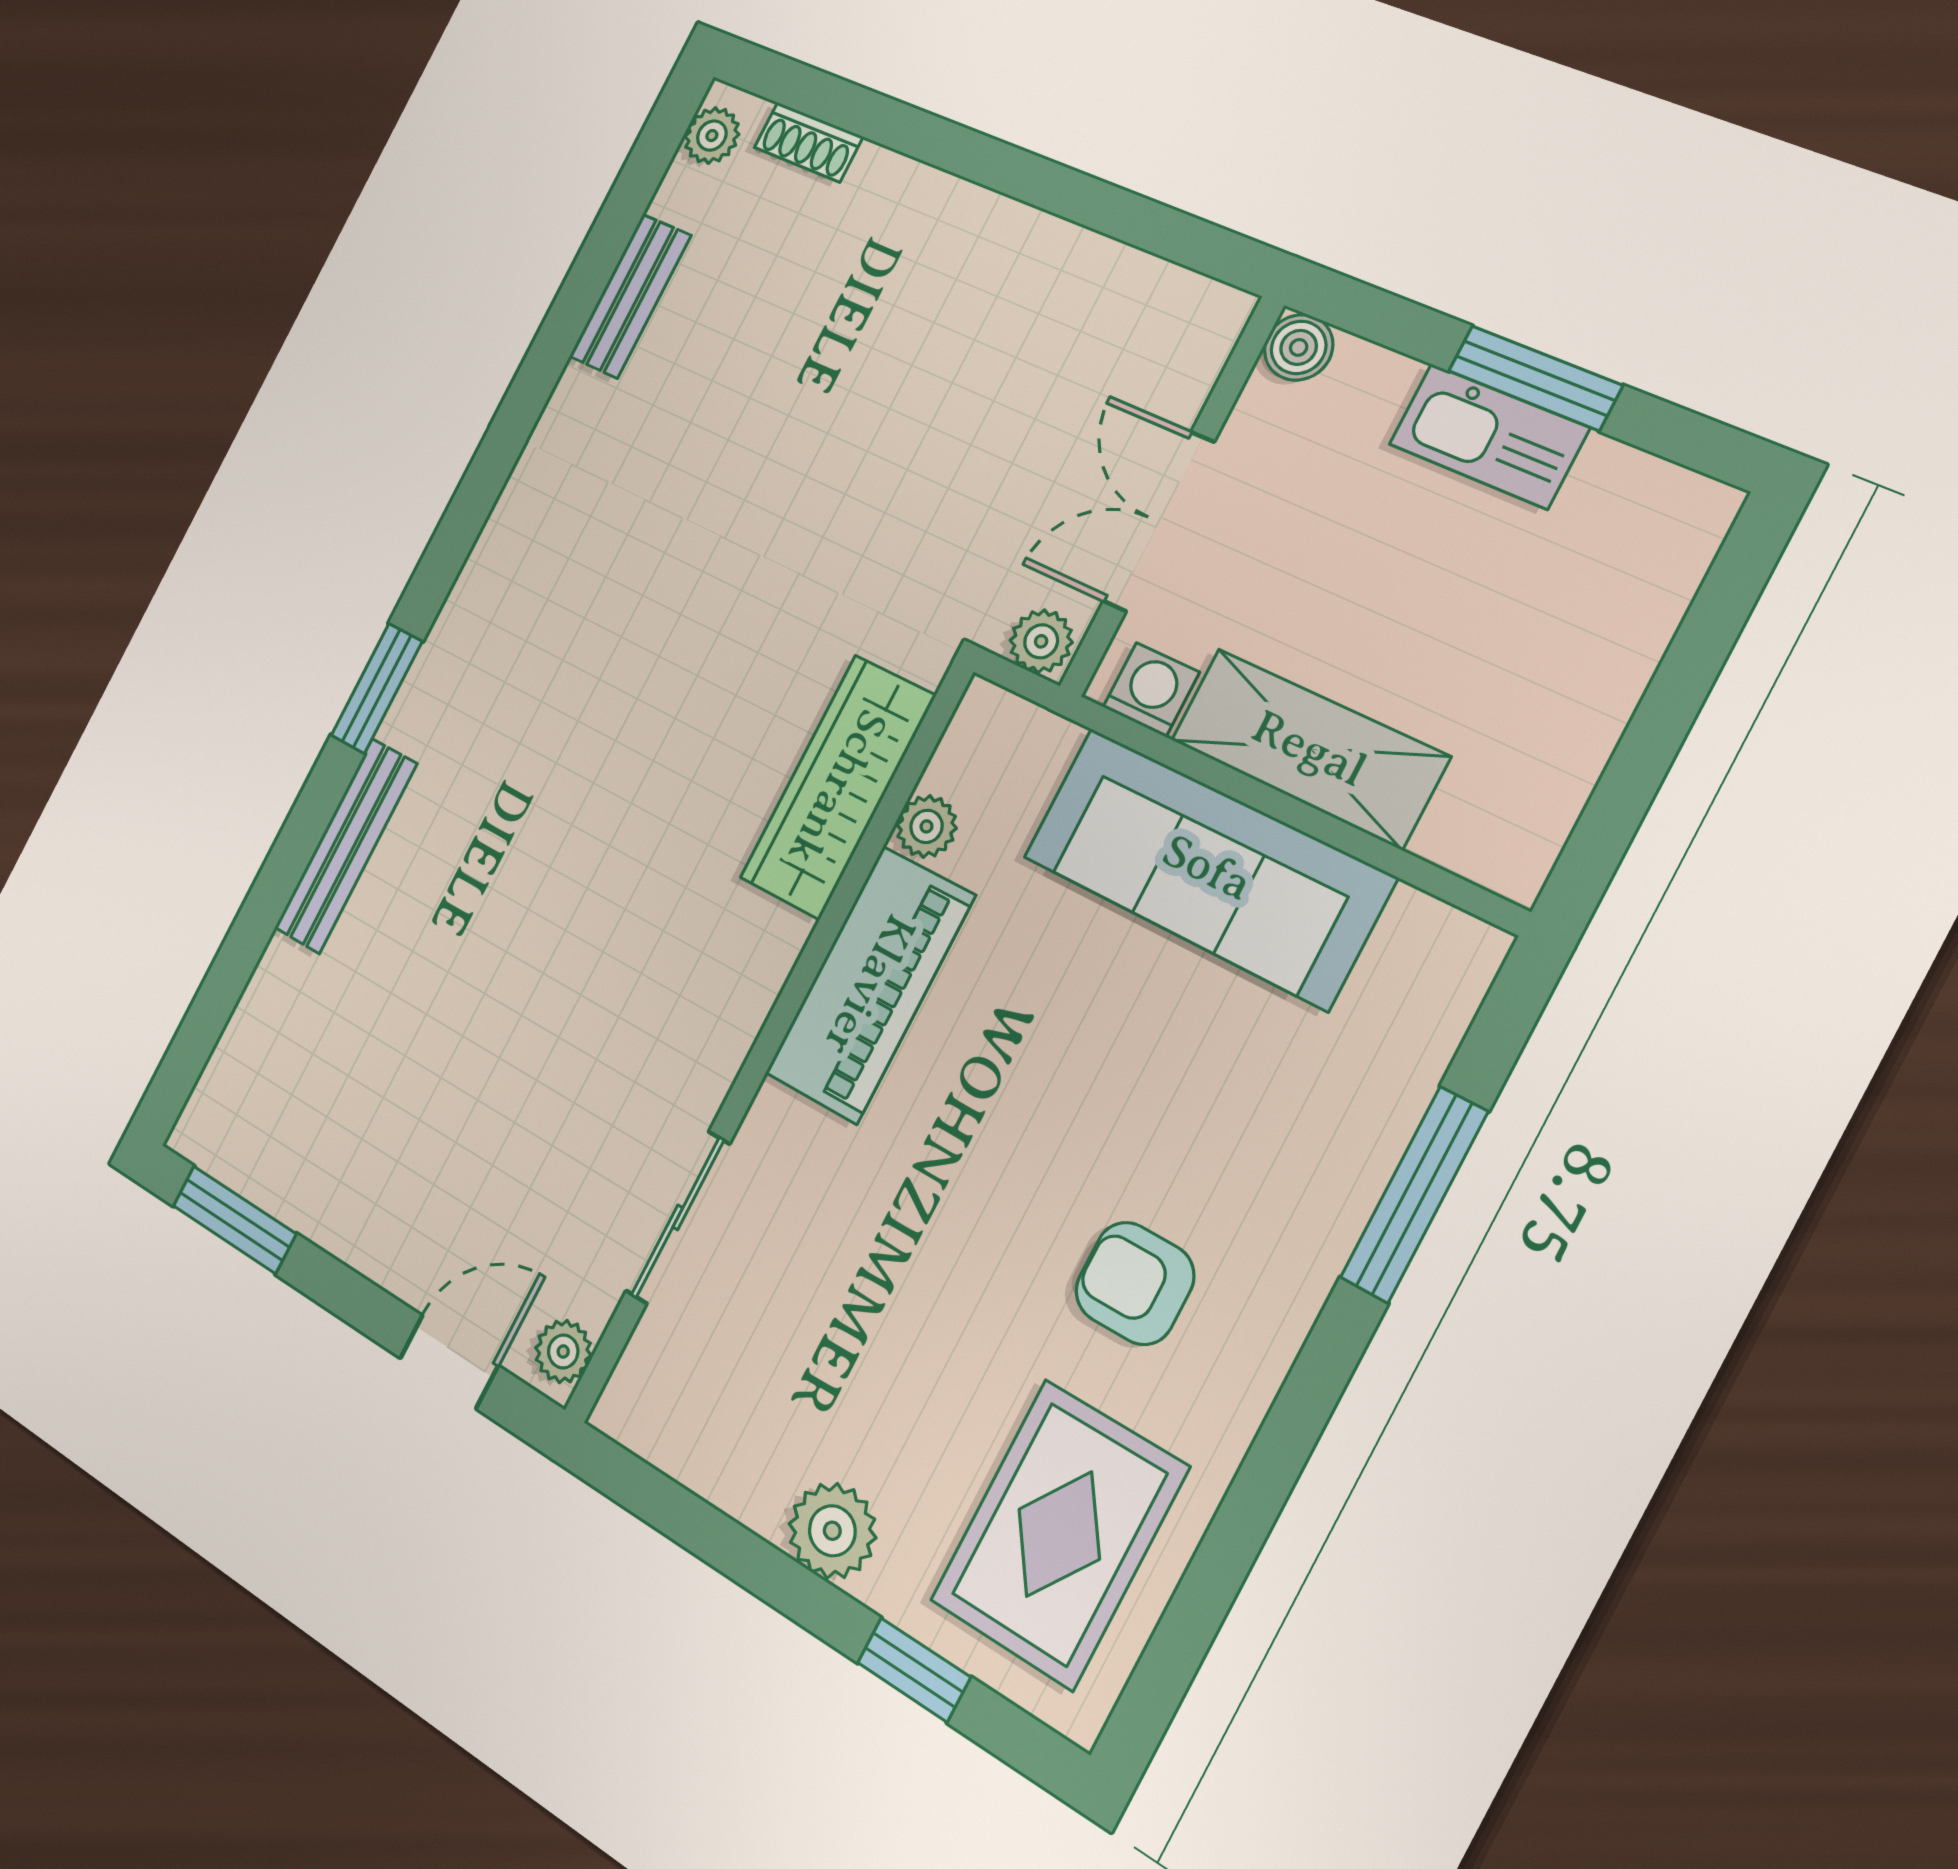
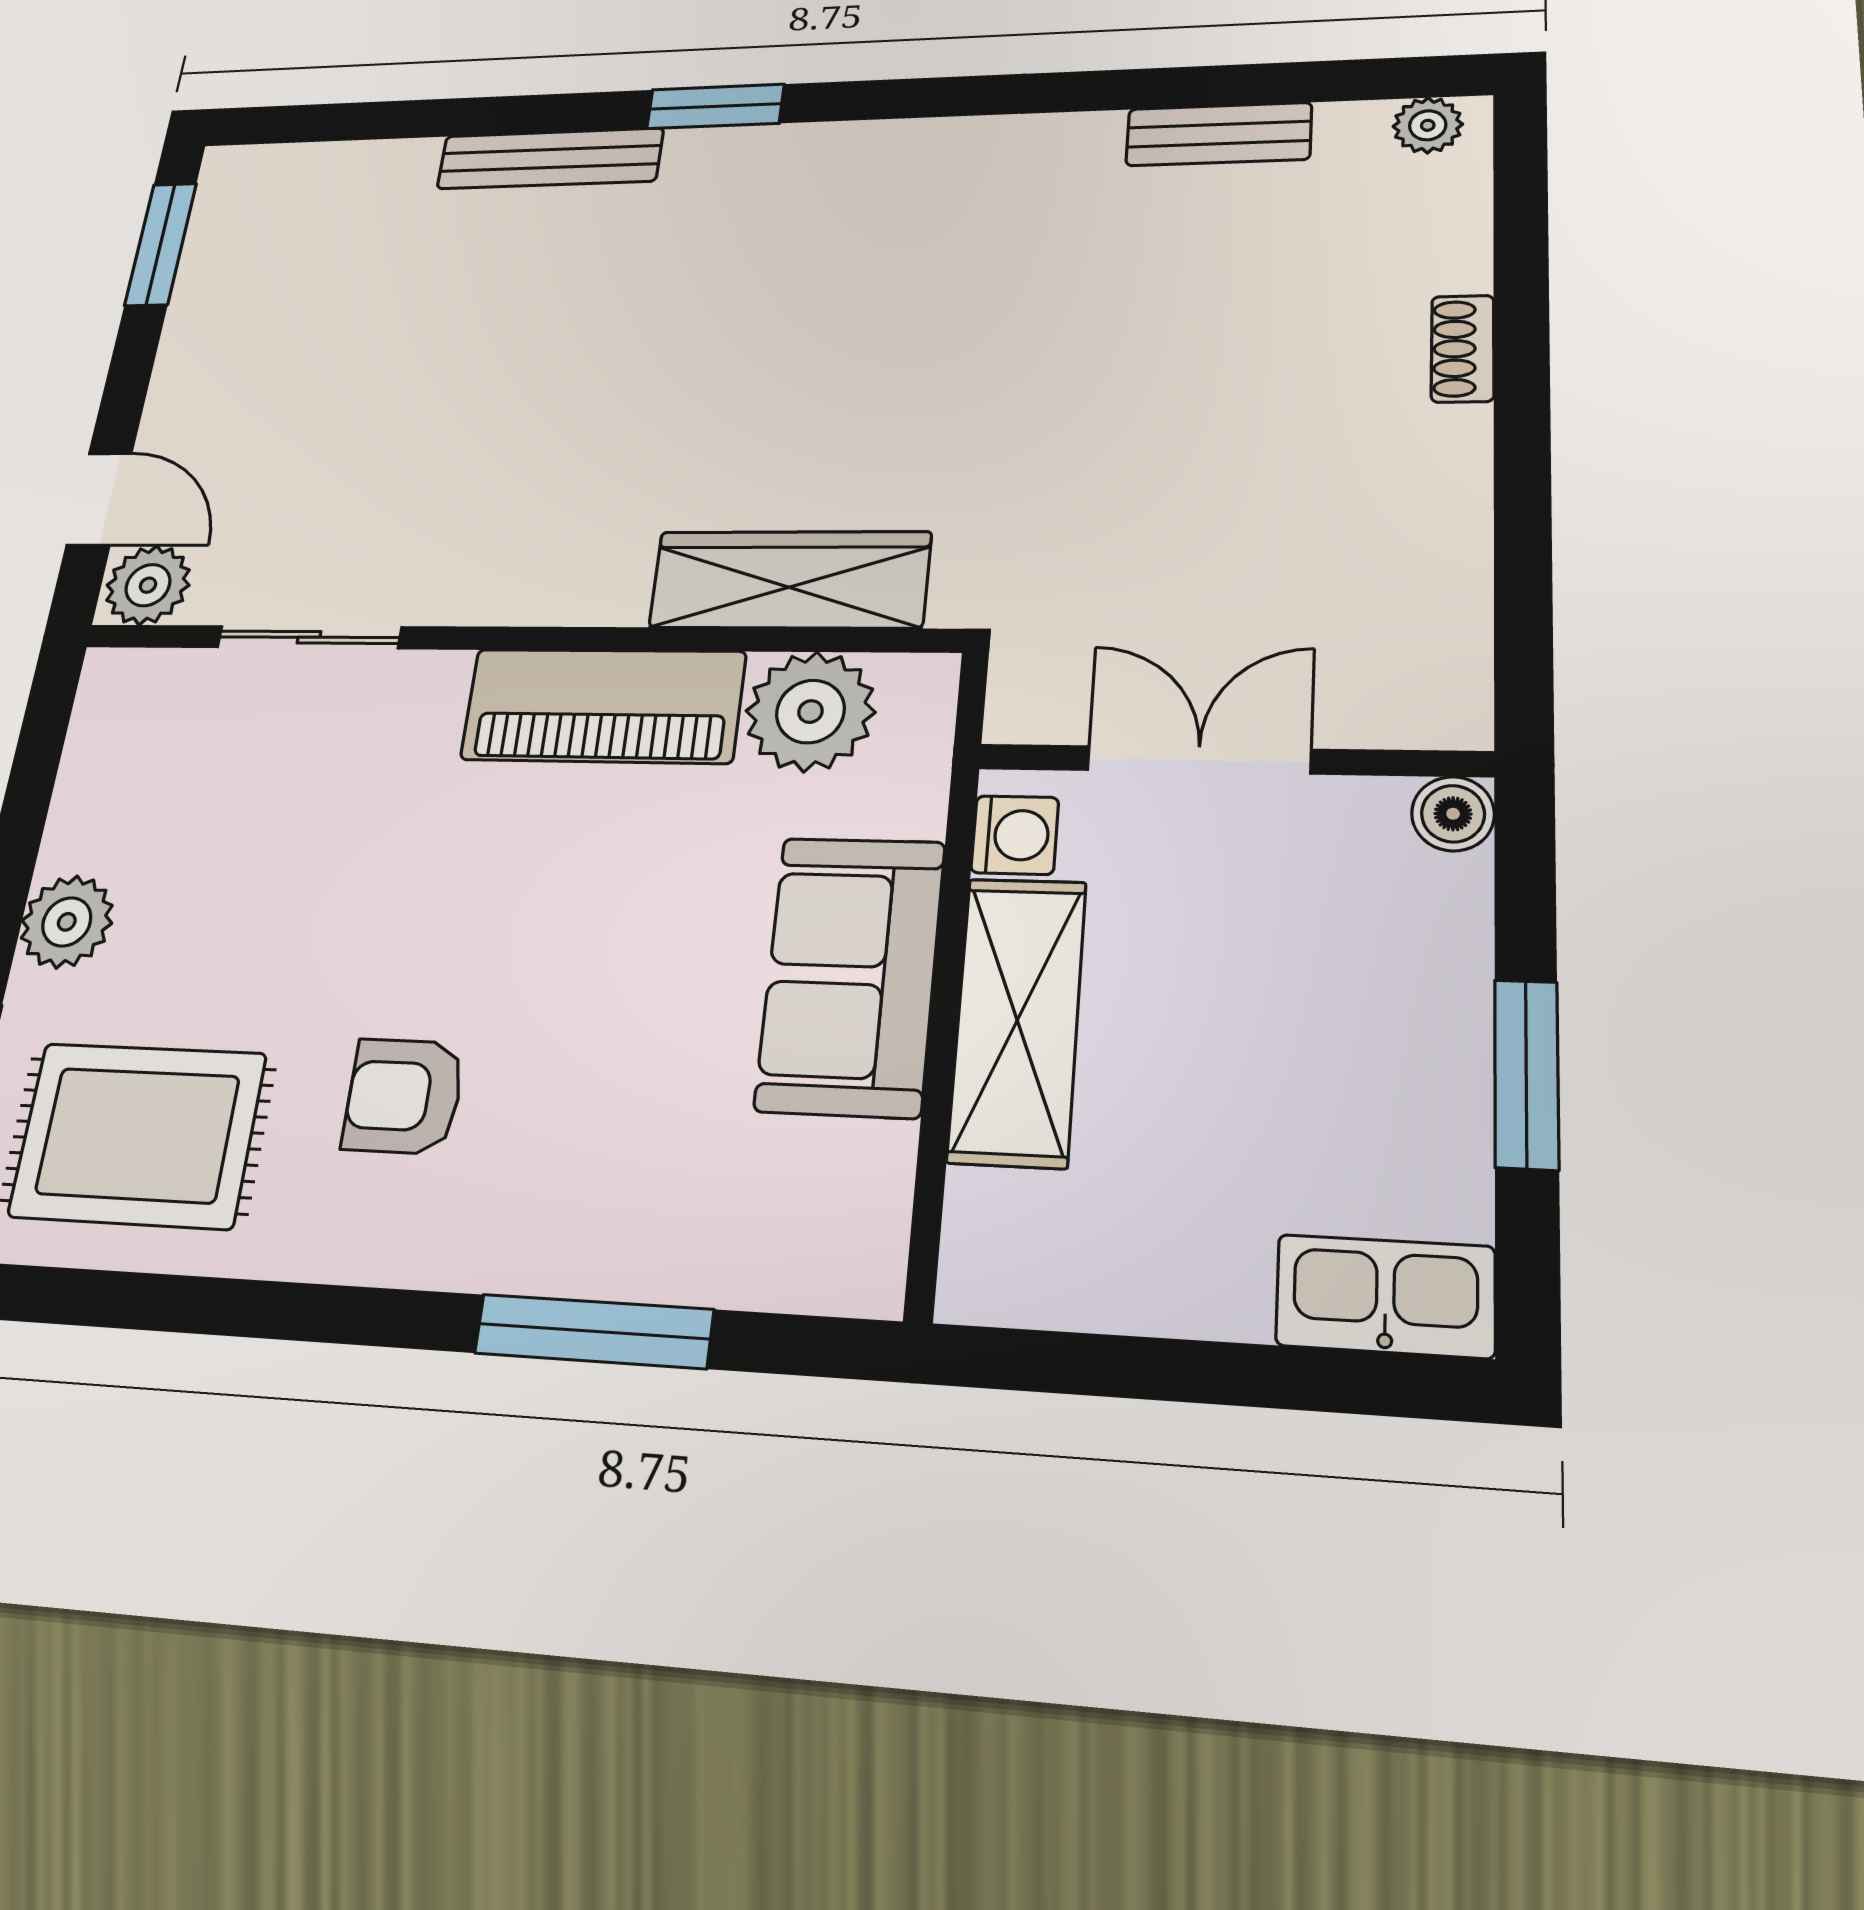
shoe rack: (808, 142) -> (1463, 349), moved
kitchen sink: (1489, 436) -> (1385, 1296), moved, turned 90
plant: (1041, 641) -> (1021, 703), removed
plant: (927, 826) -> (810, 712), width x1.87, depth x1.87
sofa: (1207, 867) -> (851, 975), width x0.73
armchair: (1135, 1283) -> (404, 1096), turned -90
plant: (563, 1351) -> (148, 585), width x1.38, depth x1.38

